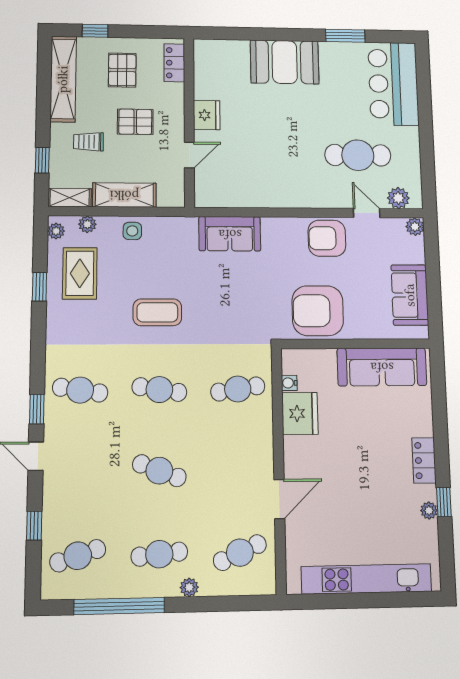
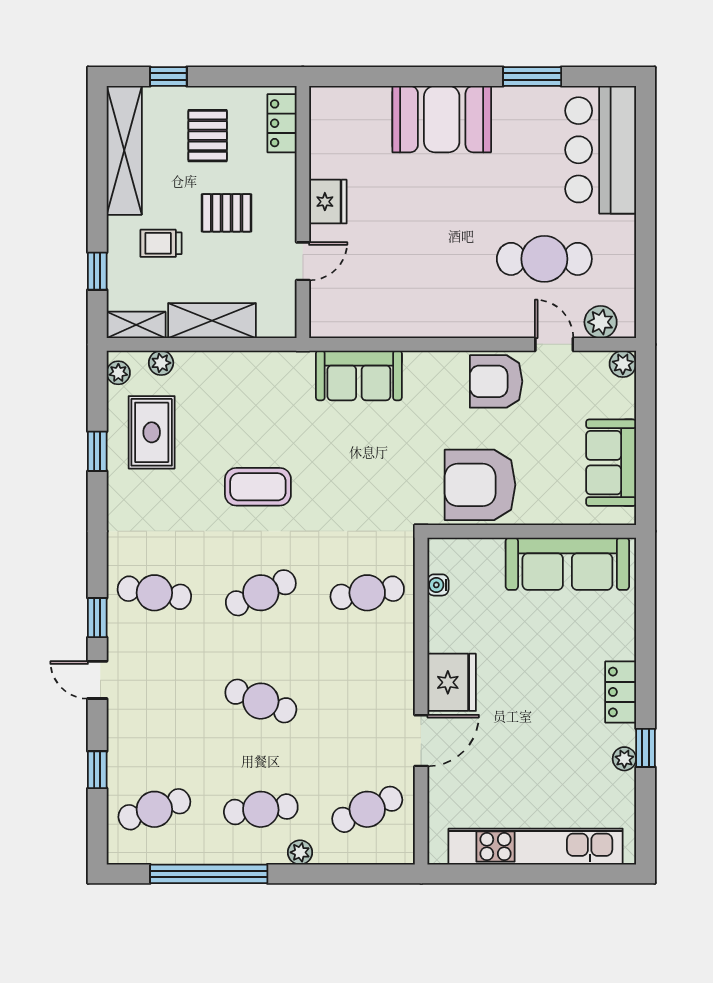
side table: (132, 231) -> (223, 372), removed
cafe table: (159, 390) -> (261, 593), turned -33
fridge: (300, 413) -> (452, 682), moved

